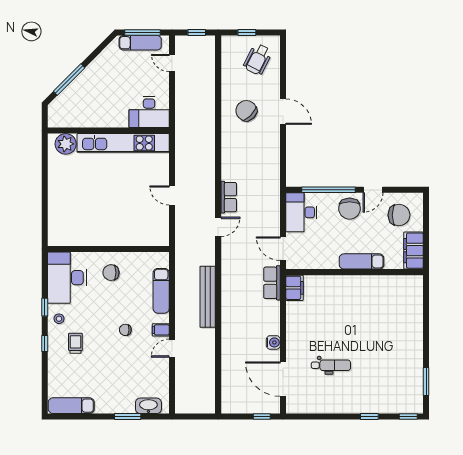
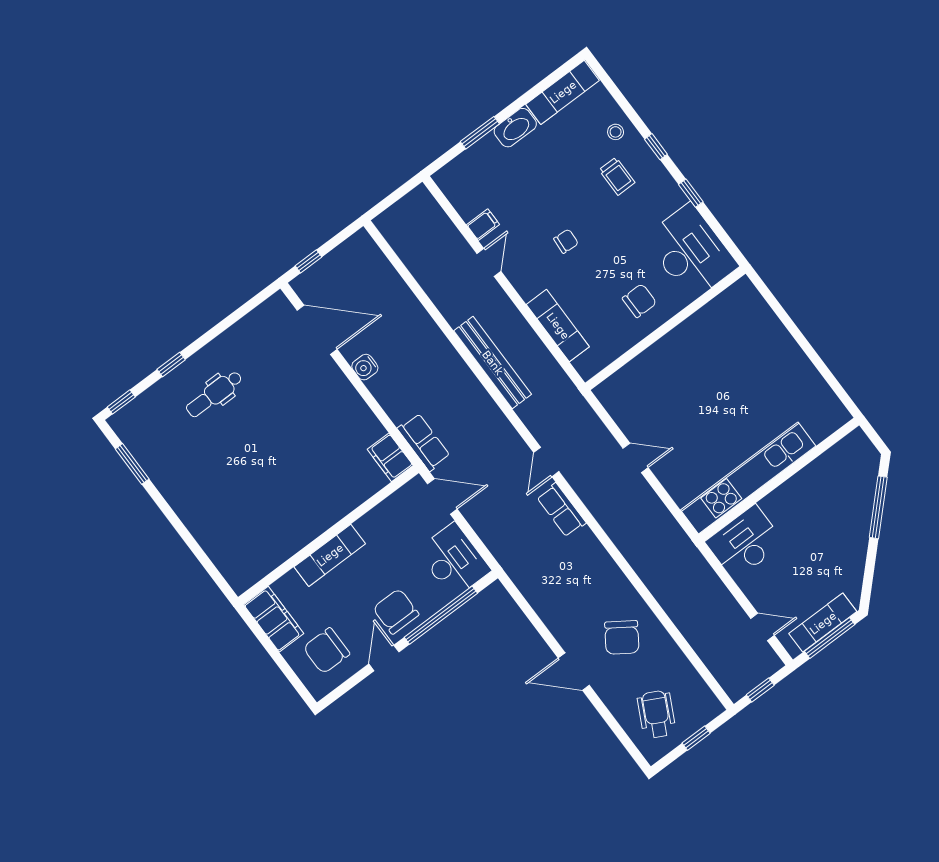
chair: (246, 111) -> (622, 637), turned 79
plant: (66, 144) -> (821, 422), removed
stool: (59, 319) -> (616, 132), moved
filing cabinet: (161, 330) -> (483, 225), moved
dental chair: (331, 365) -> (214, 394), moved
washbasin: (148, 406) -> (515, 128), moved

